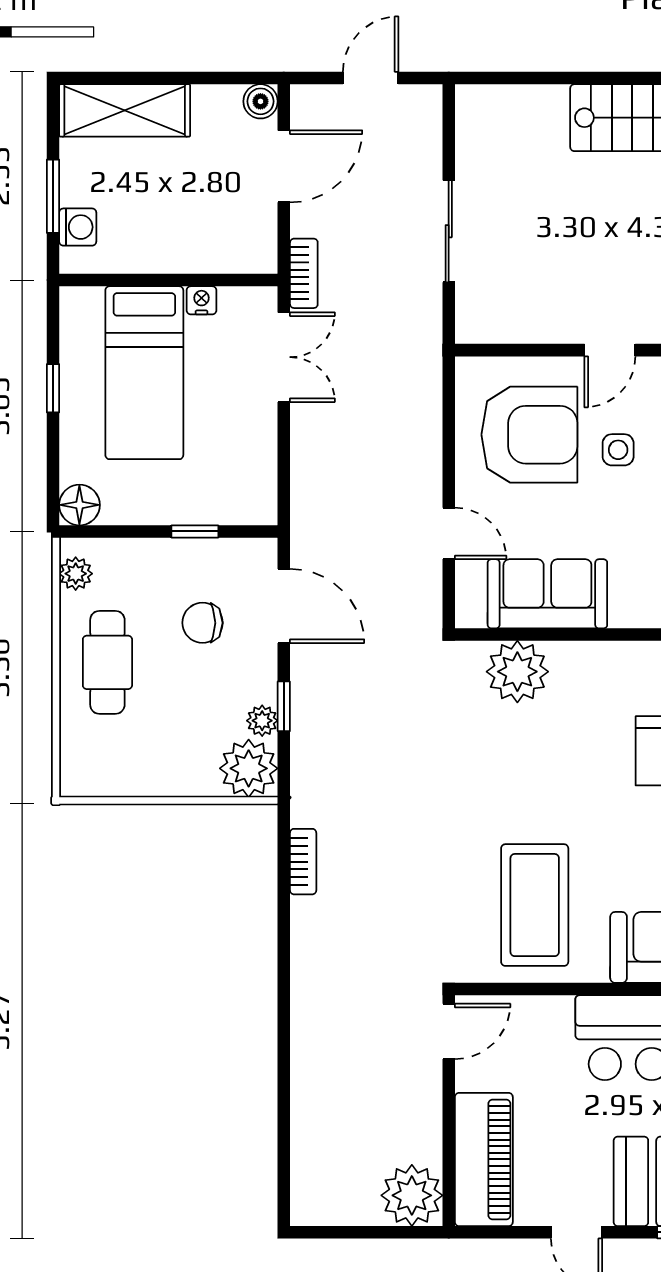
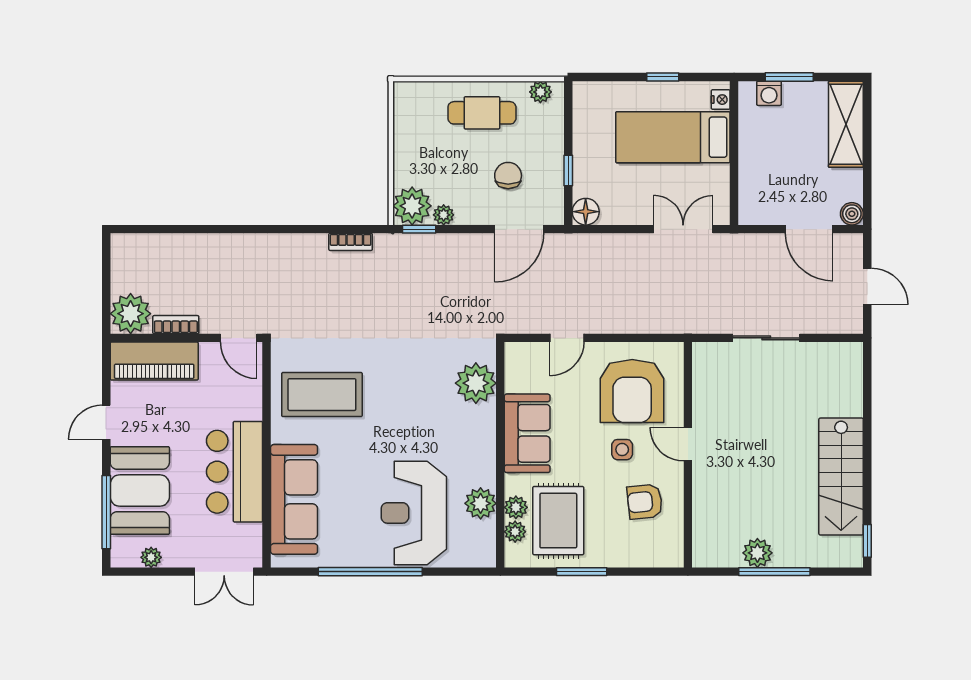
bookcase: (304, 273) -> (176, 325), moved, turned 180
nightstand: (201, 300) -> (721, 100), moved
double door: (284, 357) -> (683, 229), swing flipped
floor lamp: (79, 505) -> (586, 212), moved
sofa: (547, 594) -> (527, 433), moved
window: (284, 706) -> (419, 229), moved

